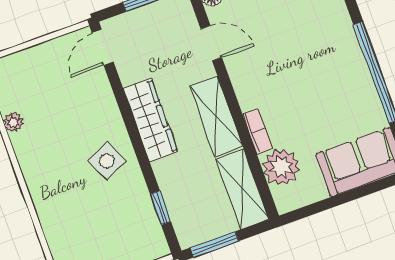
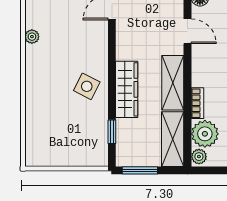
wardrobe: (150, 120) -> (127, 89), moved
side table: (107, 161) -> (87, 86), turned -38
plant: (284, 199) -> (199, 157), added

